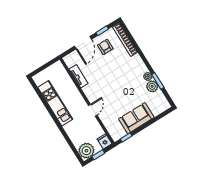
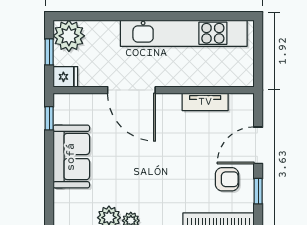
door: (83, 43) -> (258, 145), hinge flipped
kitchen unit: (55, 103) -> (184, 33), width x1.36
door: (93, 110) -> (131, 90), width x1.88

